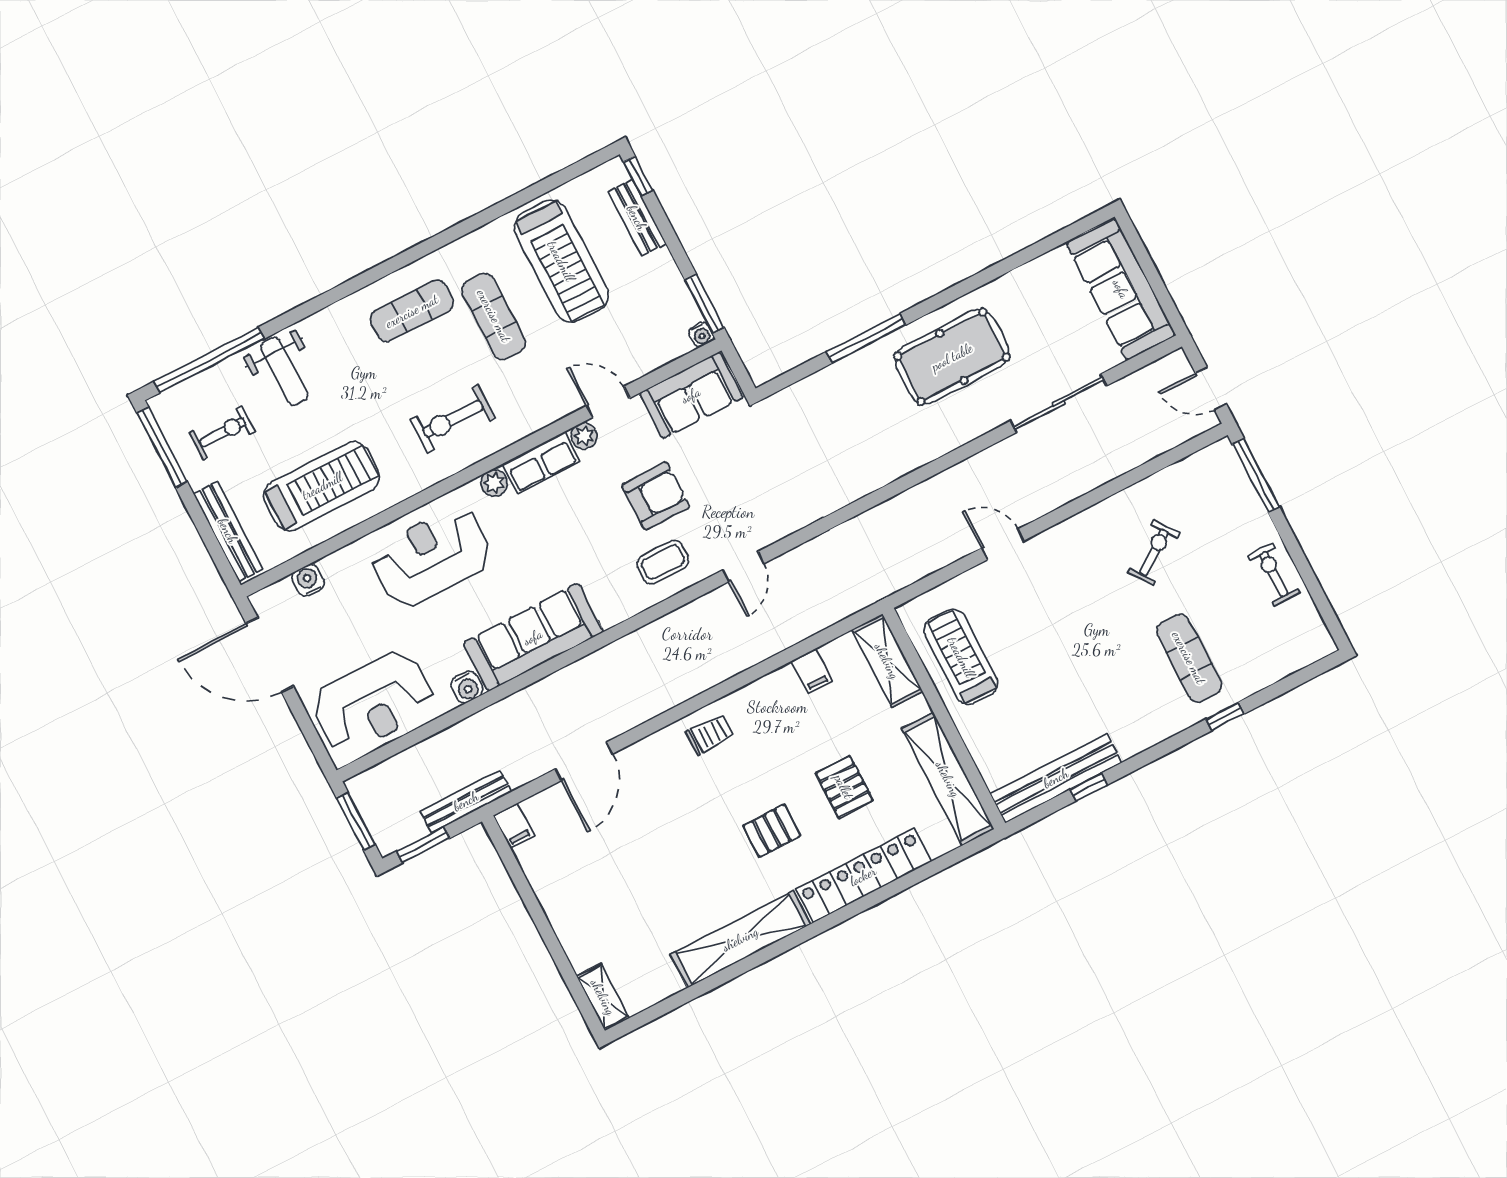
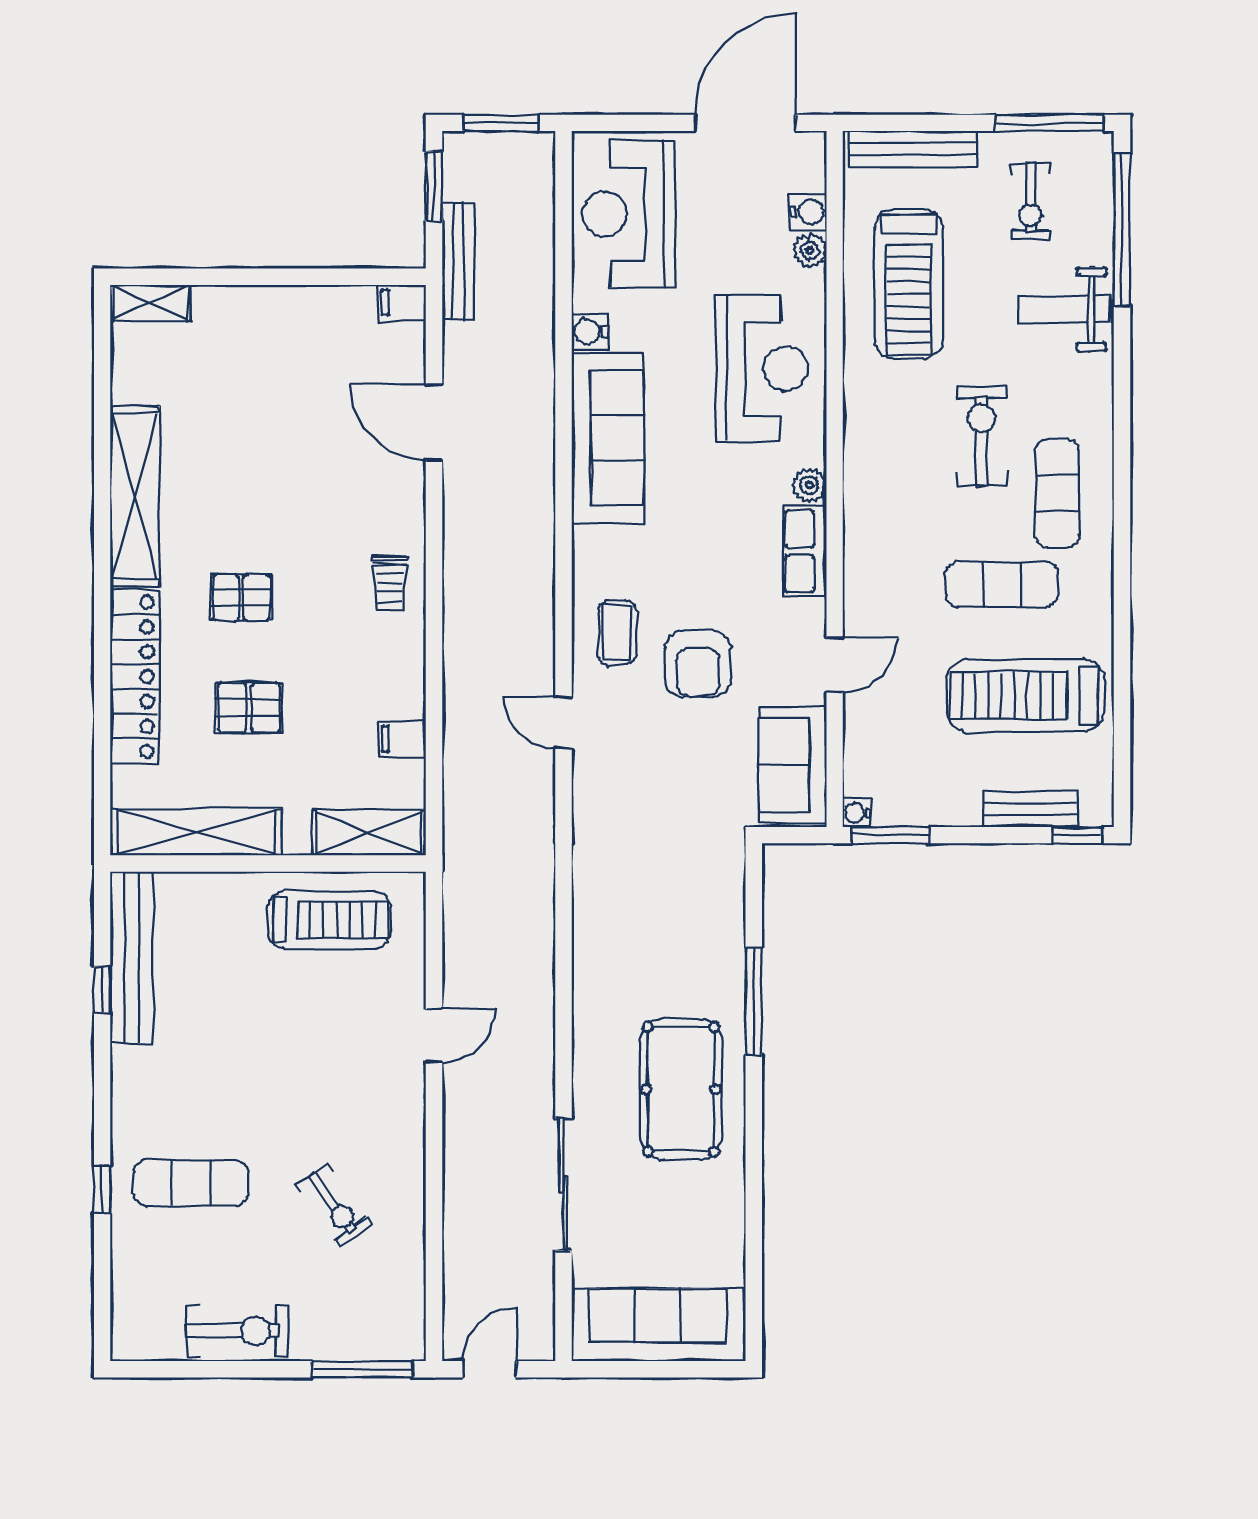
exercise bike: (453, 419) -> (982, 436), moved
plant: (584, 436) -> (810, 250), moved
exercise bike: (1274, 574) -> (237, 1331), width x1.38, depth x1.39
pallet: (772, 831) -> (241, 597), turned 90

